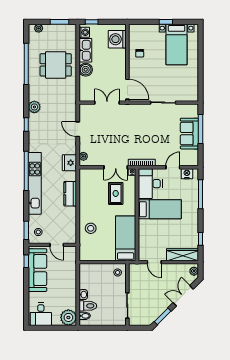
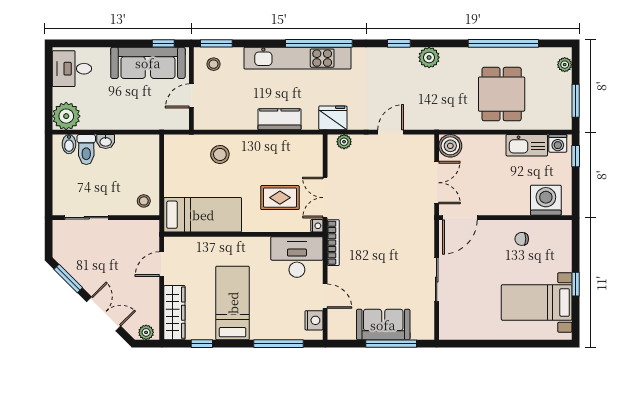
boiler: (86, 70) -> (450, 146), moved
bed: (160, 209) -> (233, 303), moved, turned 180

